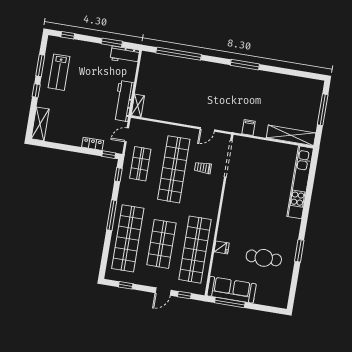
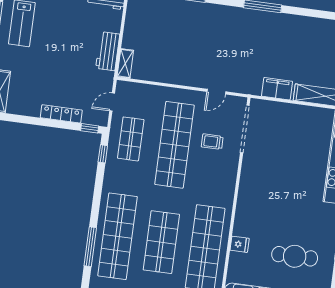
workbench: (124, 101) -> (108, 51), width x0.73
filing cabinet: (249, 128) -> (277, 89), width x2.00
locker: (93, 144) -> (61, 114), width x1.53
window: (112, 215) -> (90, 247), moved

